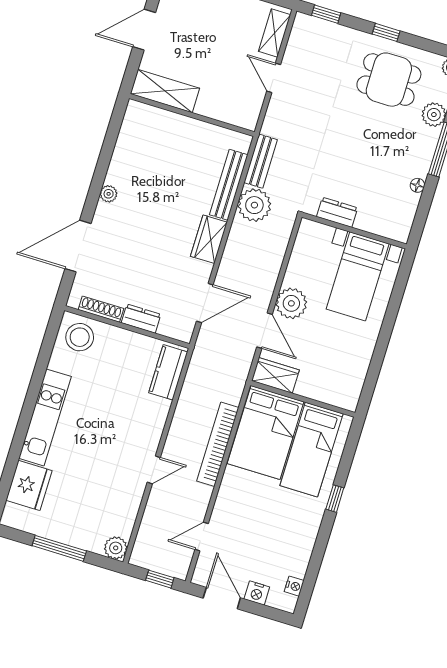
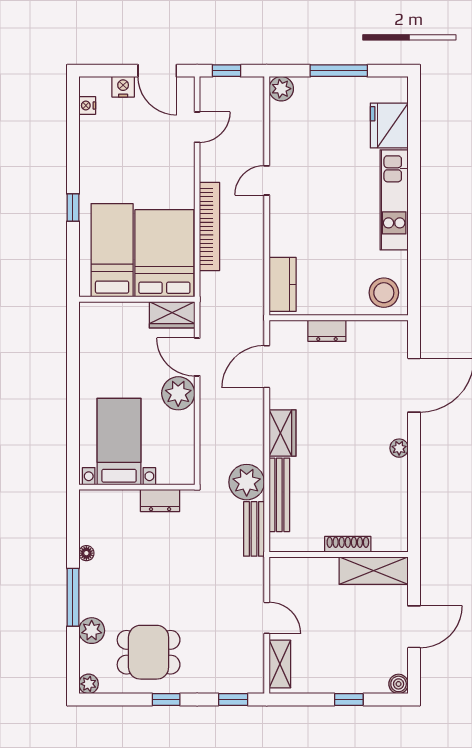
shoe rack: (101, 309) -> (348, 544), moved, turned 180

